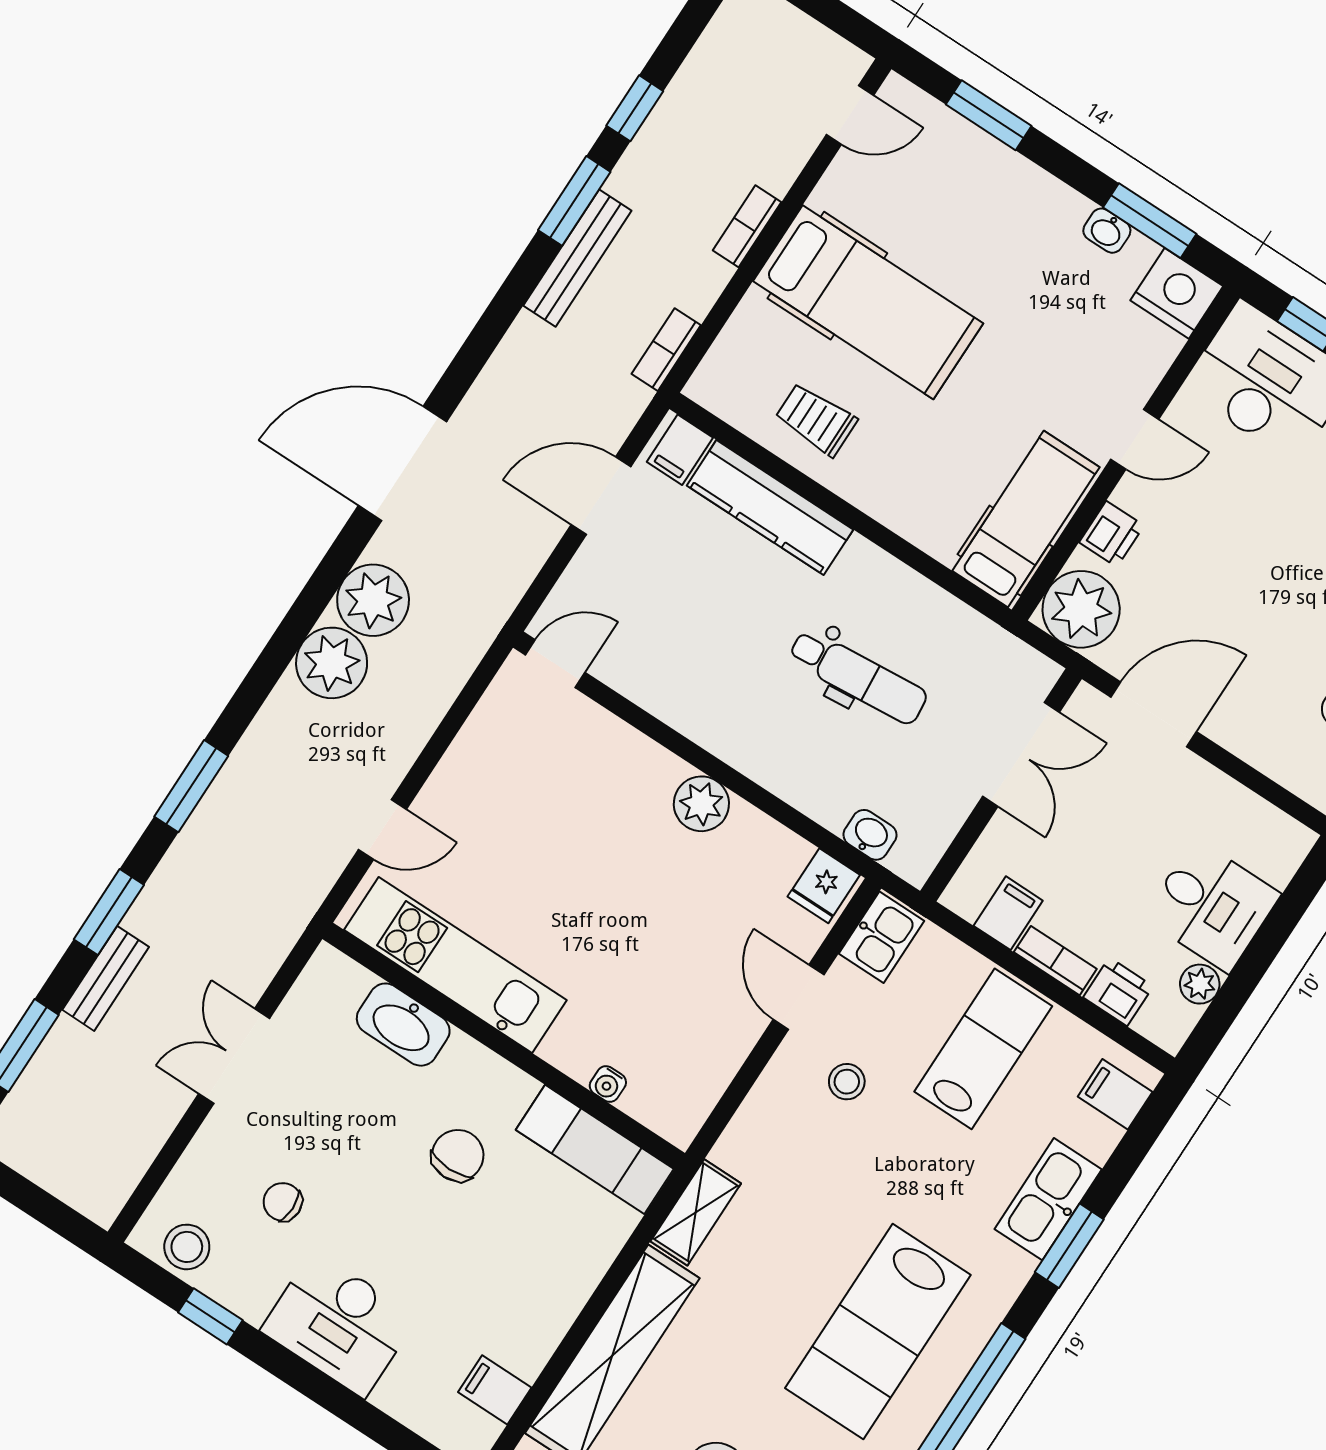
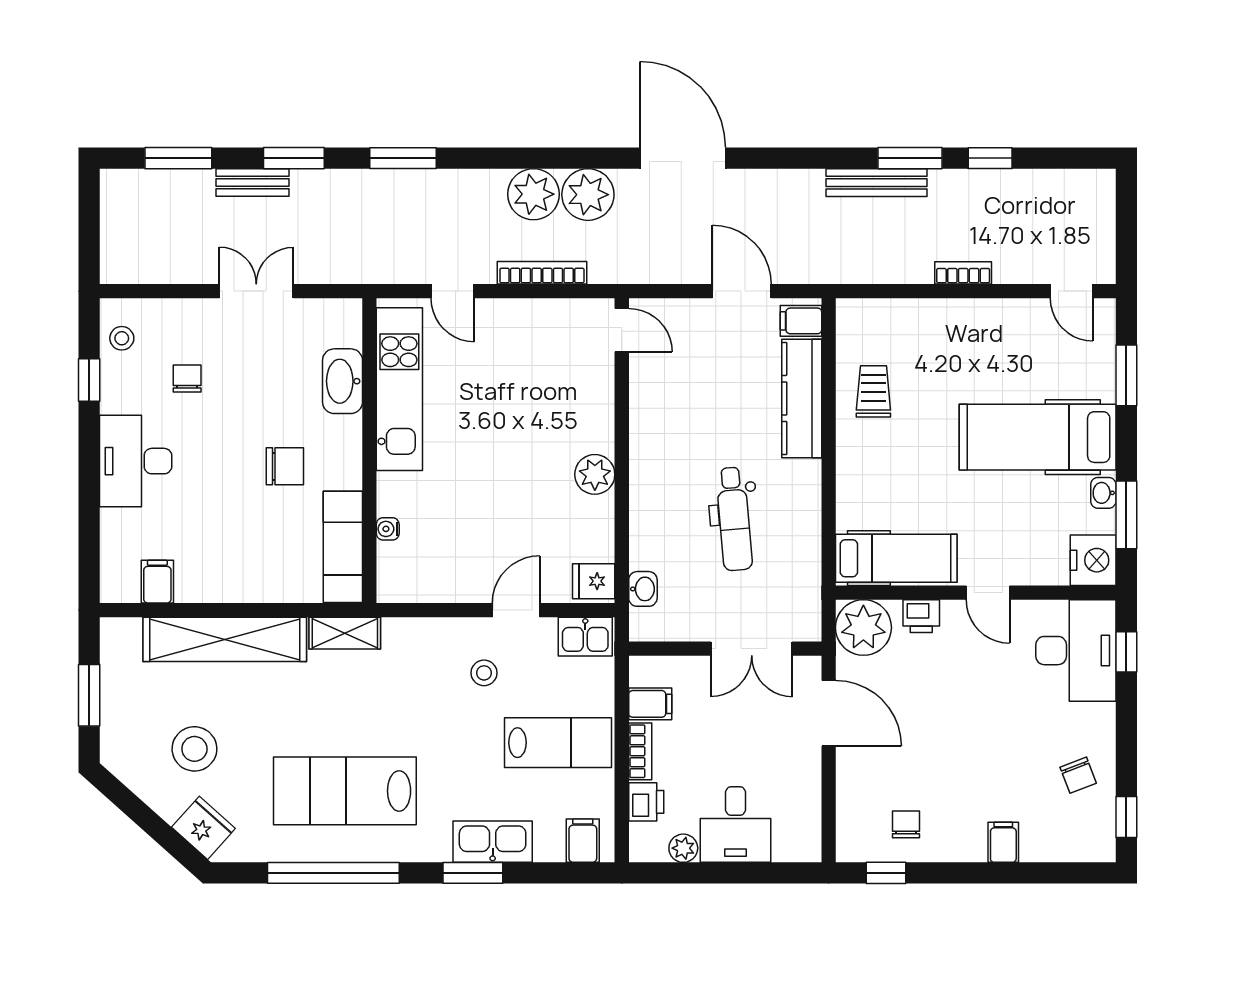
hospital bed: (868, 302) -> (1038, 437), moved, turned 90
bookcase: (666, 350) -> (542, 273), moved, width x1.56
stool: (187, 1247) -> (122, 338), width x0.73, depth x0.73

